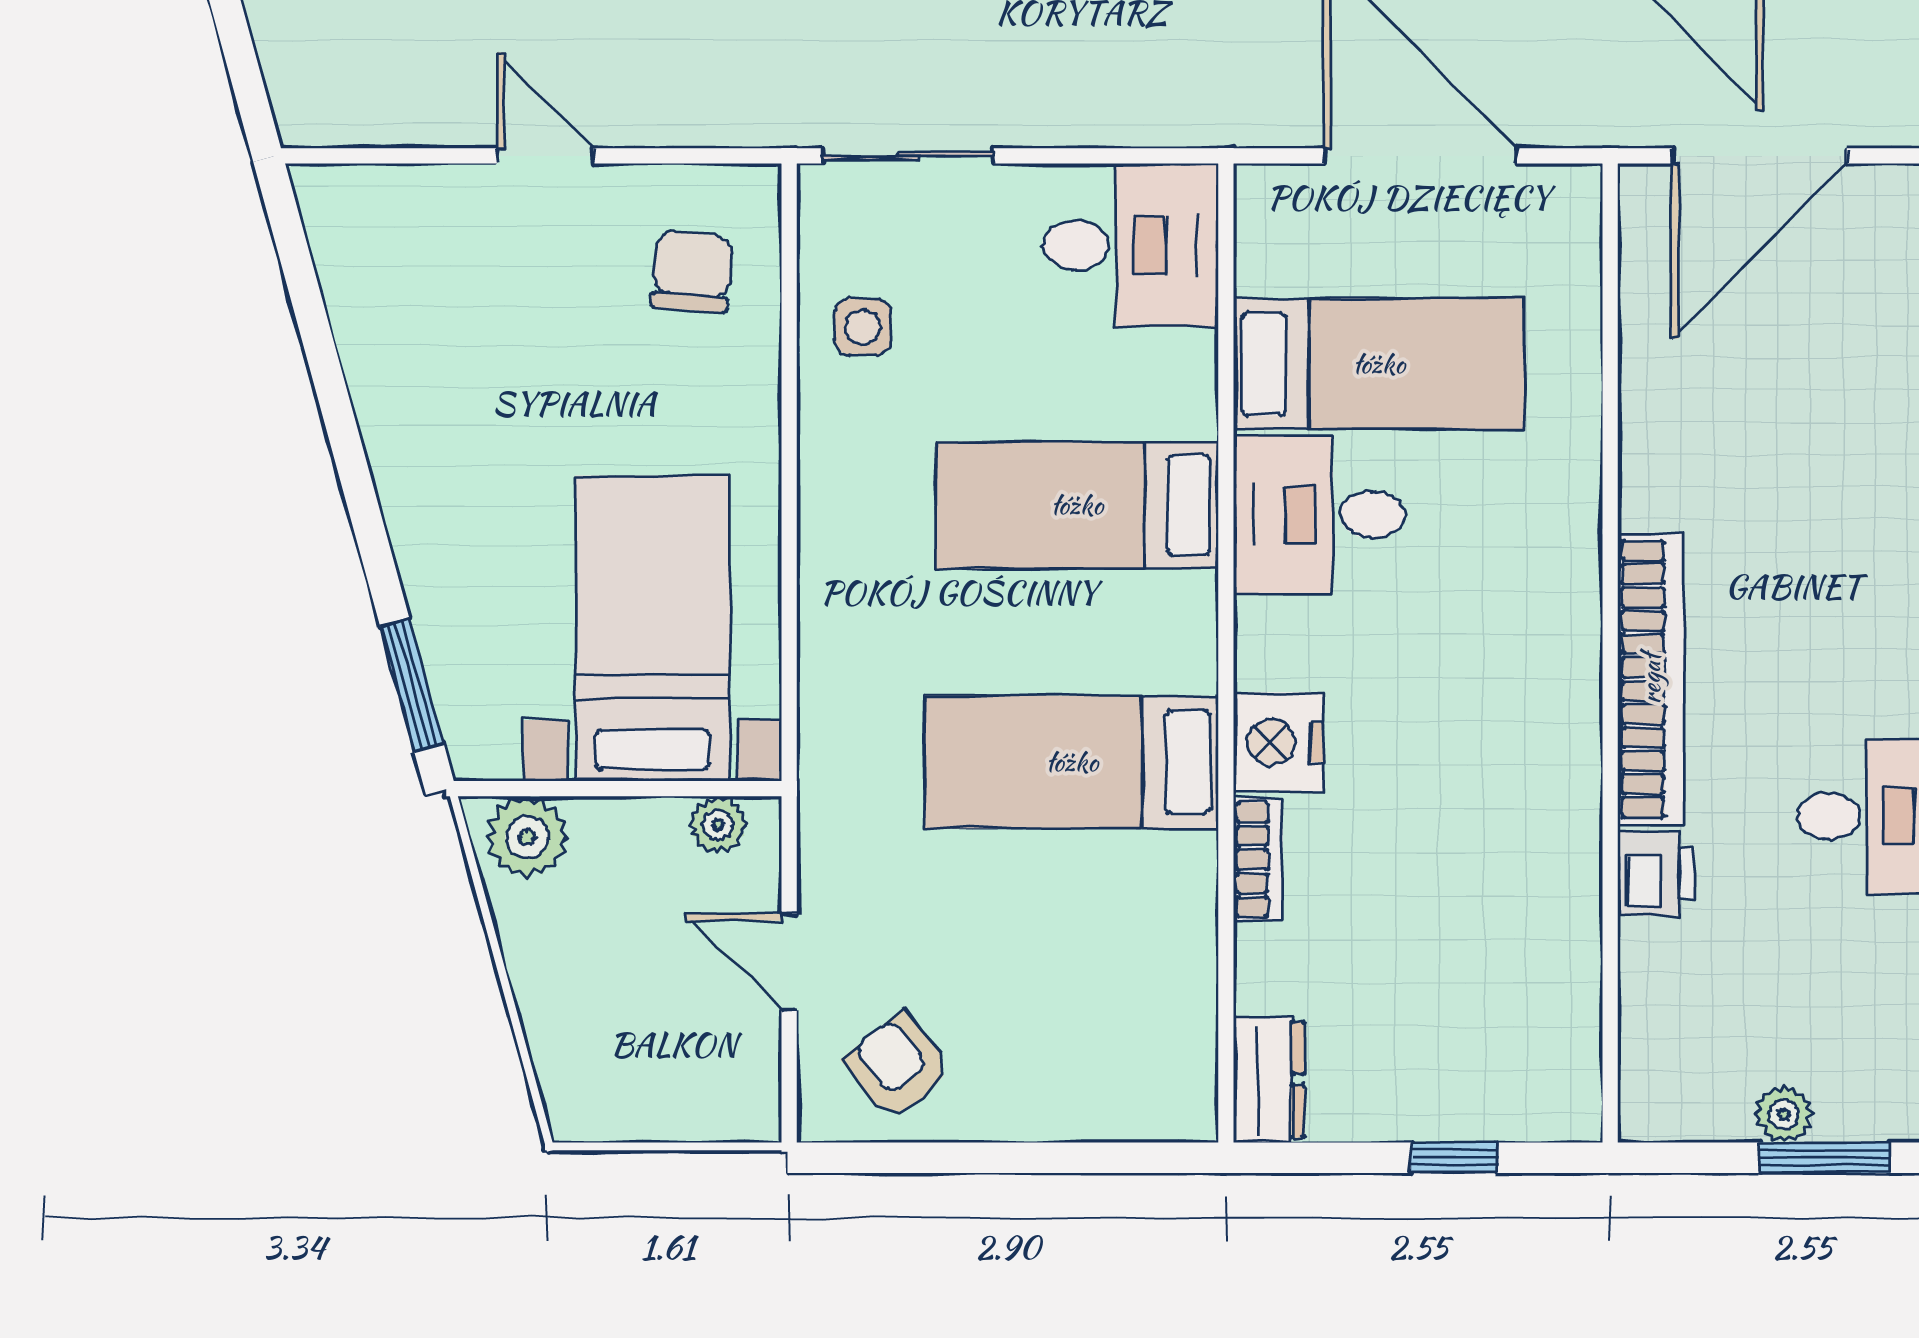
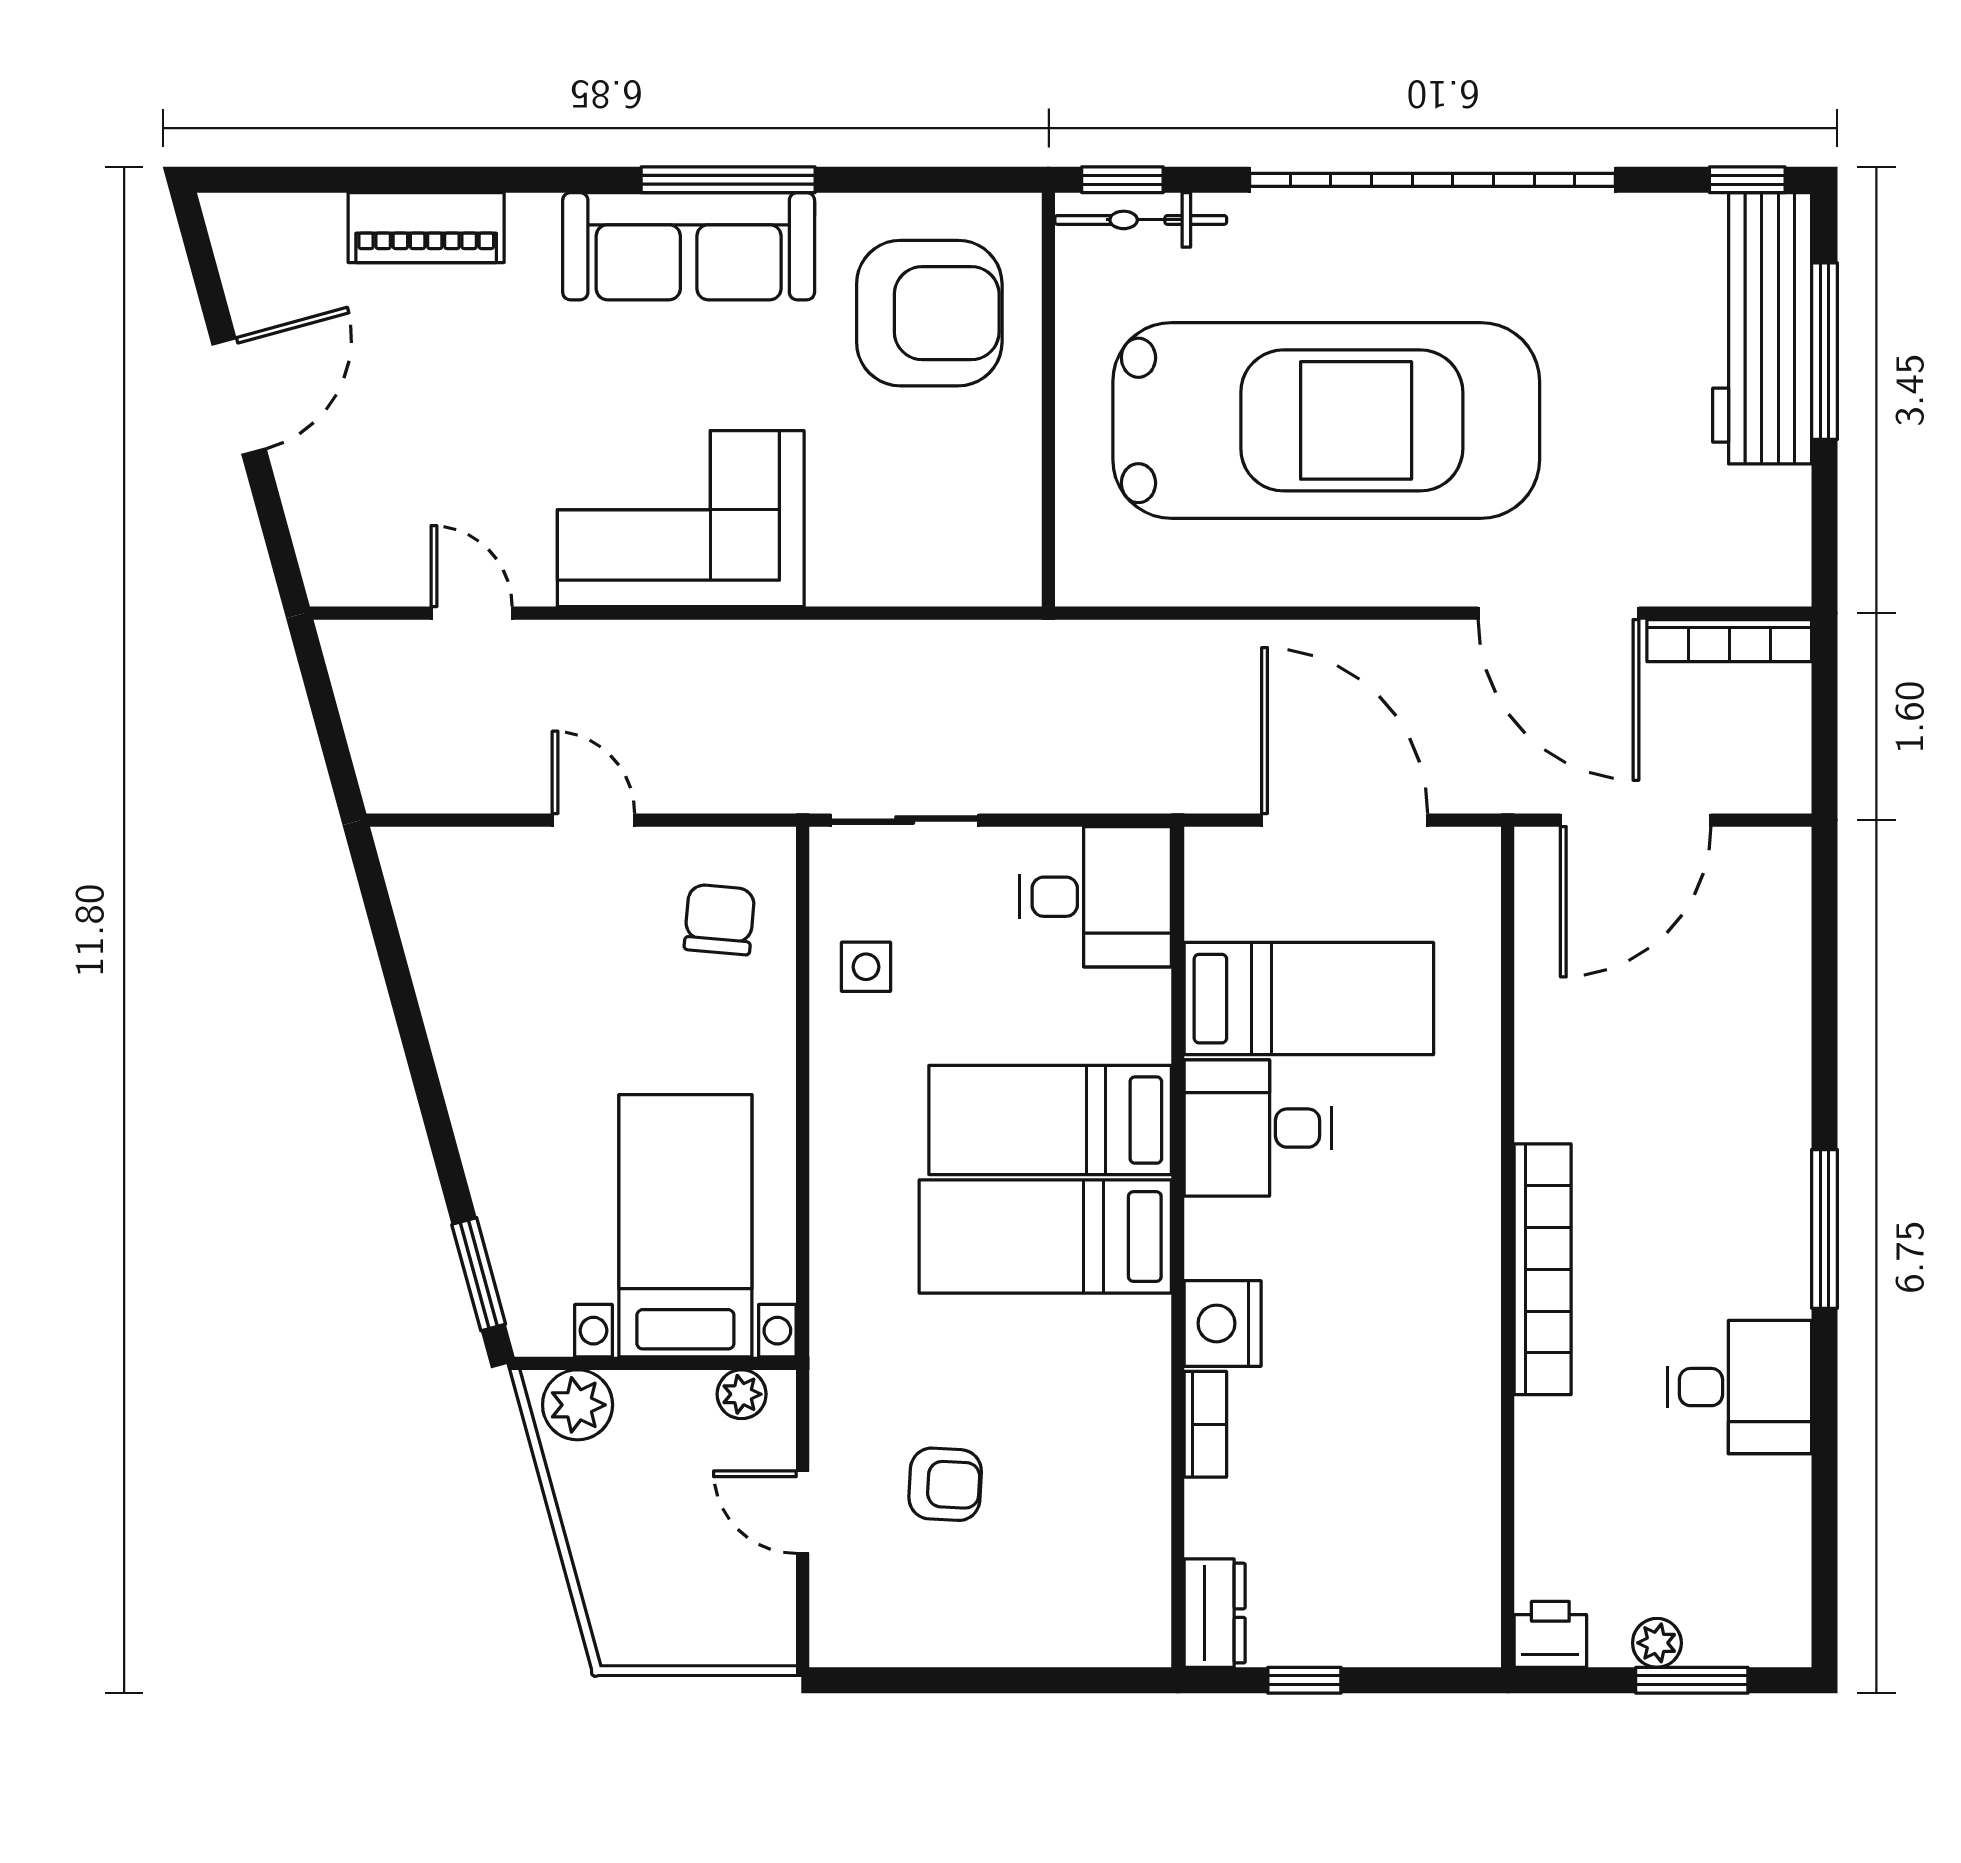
bed: (1072, 762) -> (1045, 1237), moved
printer: (1656, 873) -> (1550, 1634), moved, turned -90
armchair: (898, 1066) -> (945, 1484), moved, turned 132
window: (1454, 1158) -> (1304, 1680), moved

